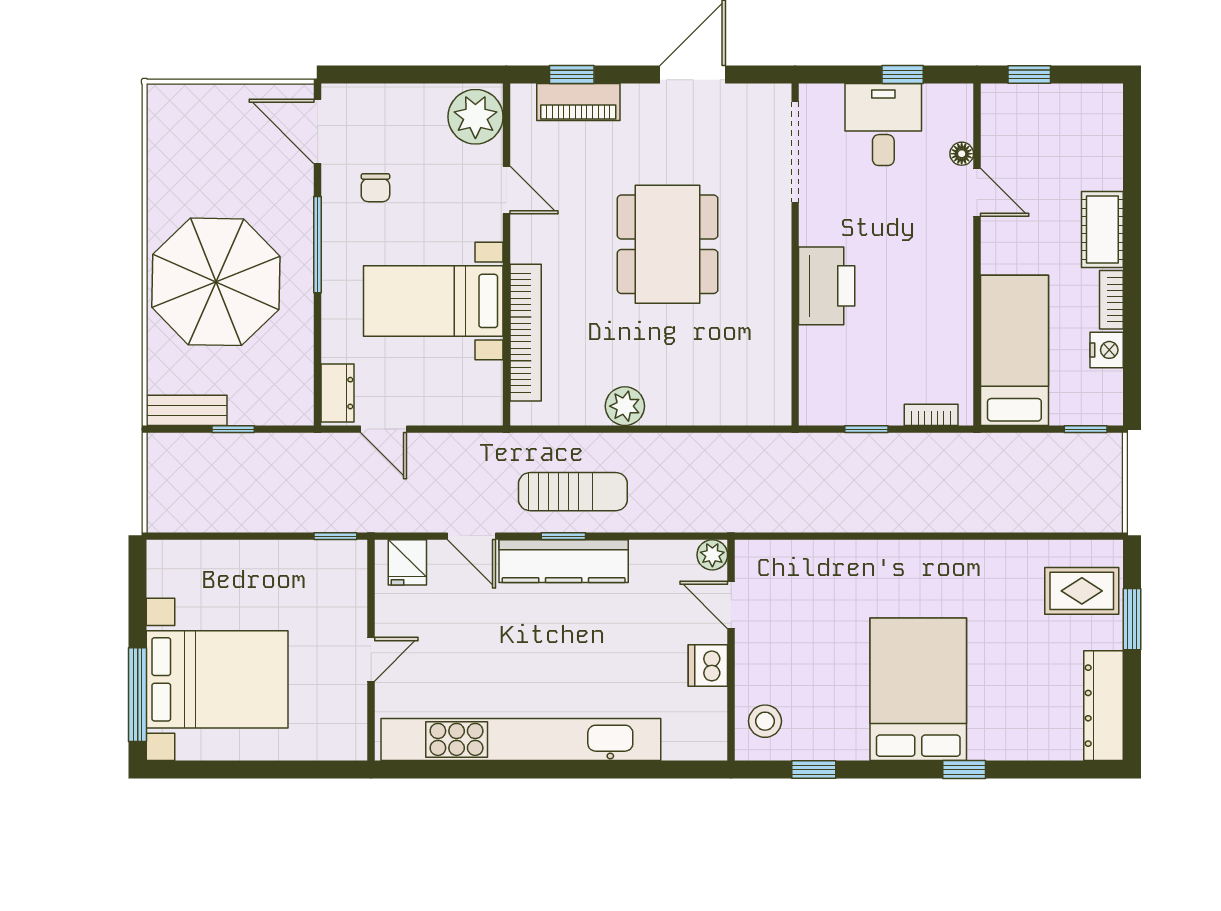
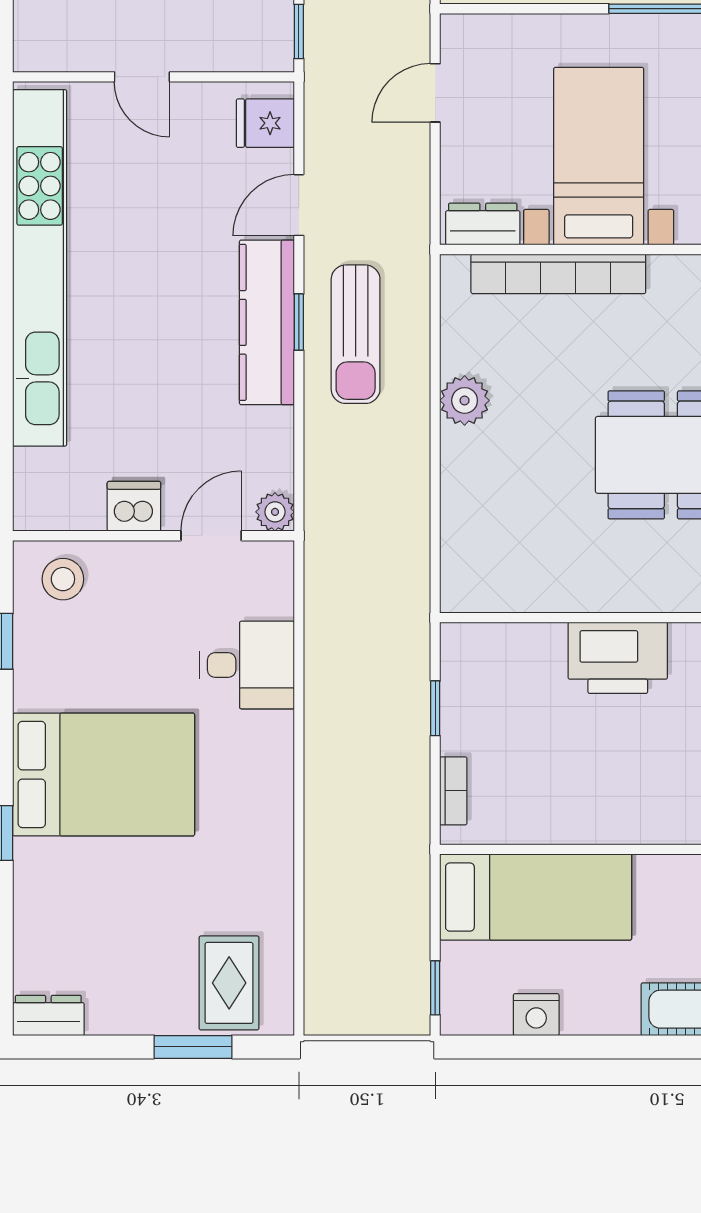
bookcase: (1111, 300) -> (600, 1021), removed
dresser: (338, 393) -> (483, 224), moved, turned 180
desk: (832, 577) -> (247, 665), added
dresser: (1103, 706) -> (48, 1016), width x0.51, depth x0.80

